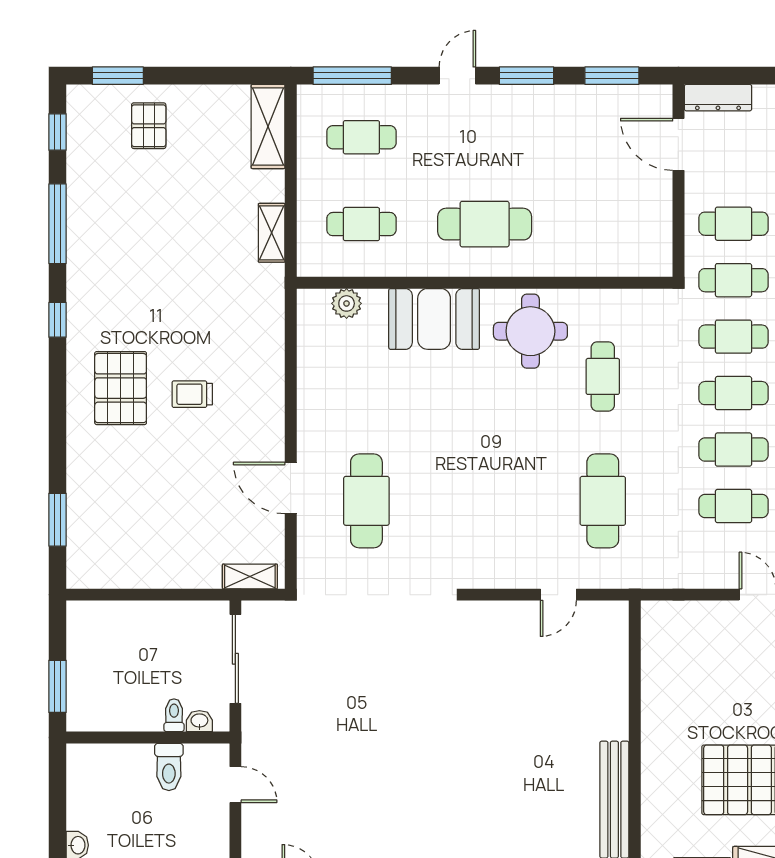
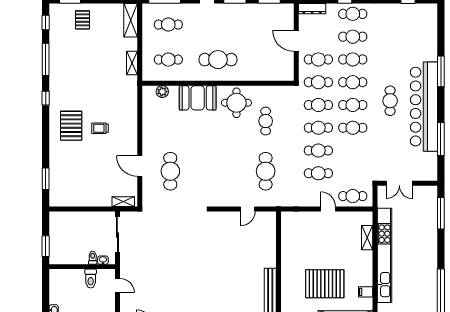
door: (678, 144) -> (296, 41), moved

